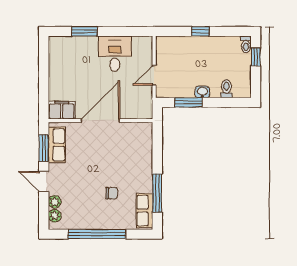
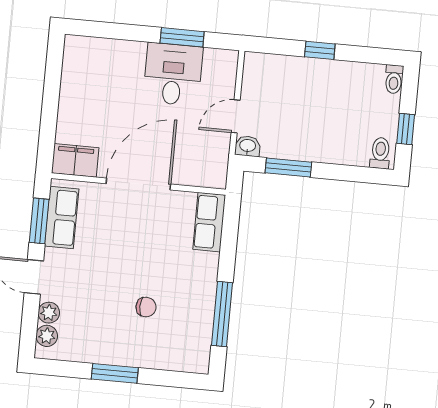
window: (84, 31) -> (182, 37), moved
window: (256, 57) -> (406, 129), moved
toilet: (226, 89) -> (380, 153), moved
washbasin: (202, 92) -> (248, 146), moved
row of seats: (145, 211) -> (209, 222), moved
window: (97, 234) -> (115, 373), width x0.47

